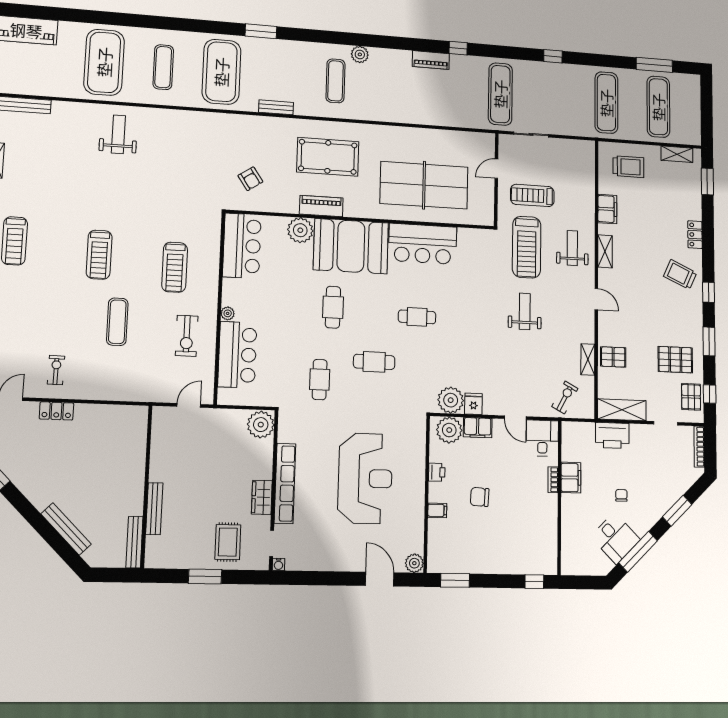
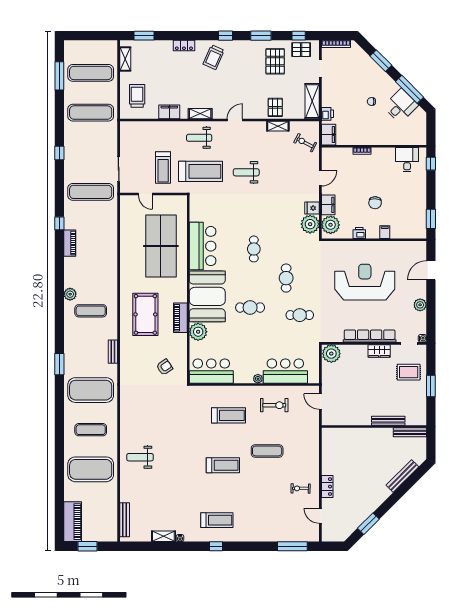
printer: (612, 435) -> (327, 114), width x0.53, depth x0.68
desk: (542, 438) -> (407, 160), moved, turned 90
filing cabinet: (571, 478) -> (329, 135), moved, turned 90
plant: (414, 563) -> (420, 305), moved

